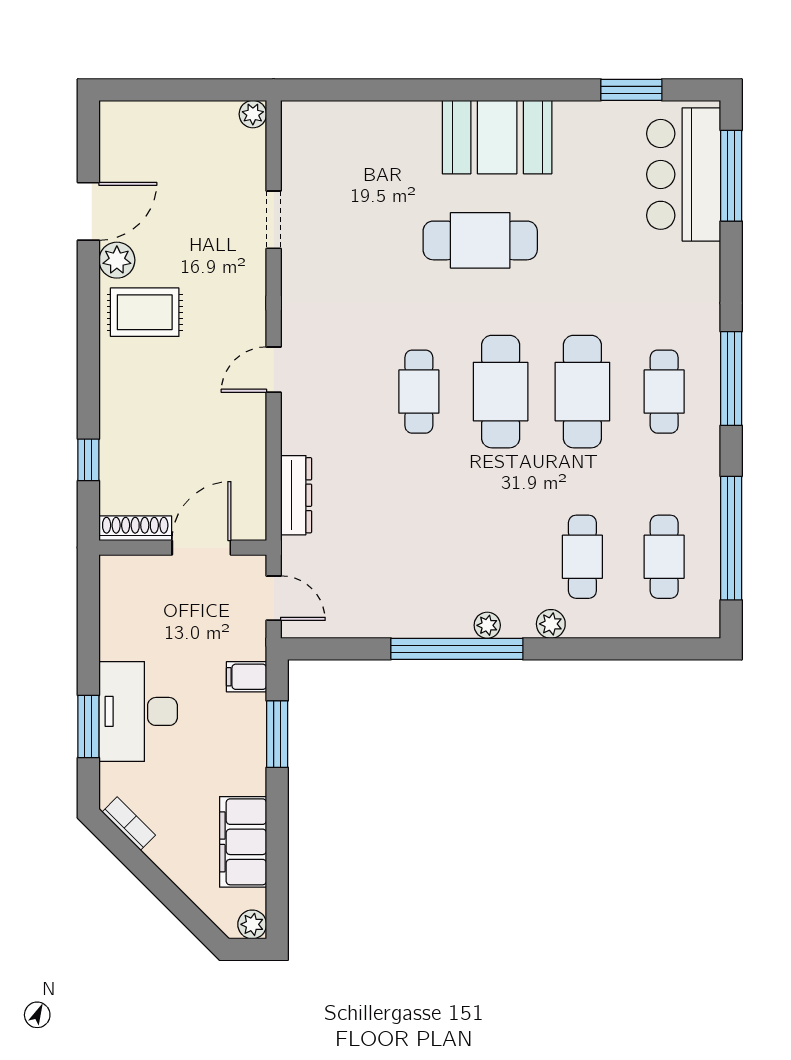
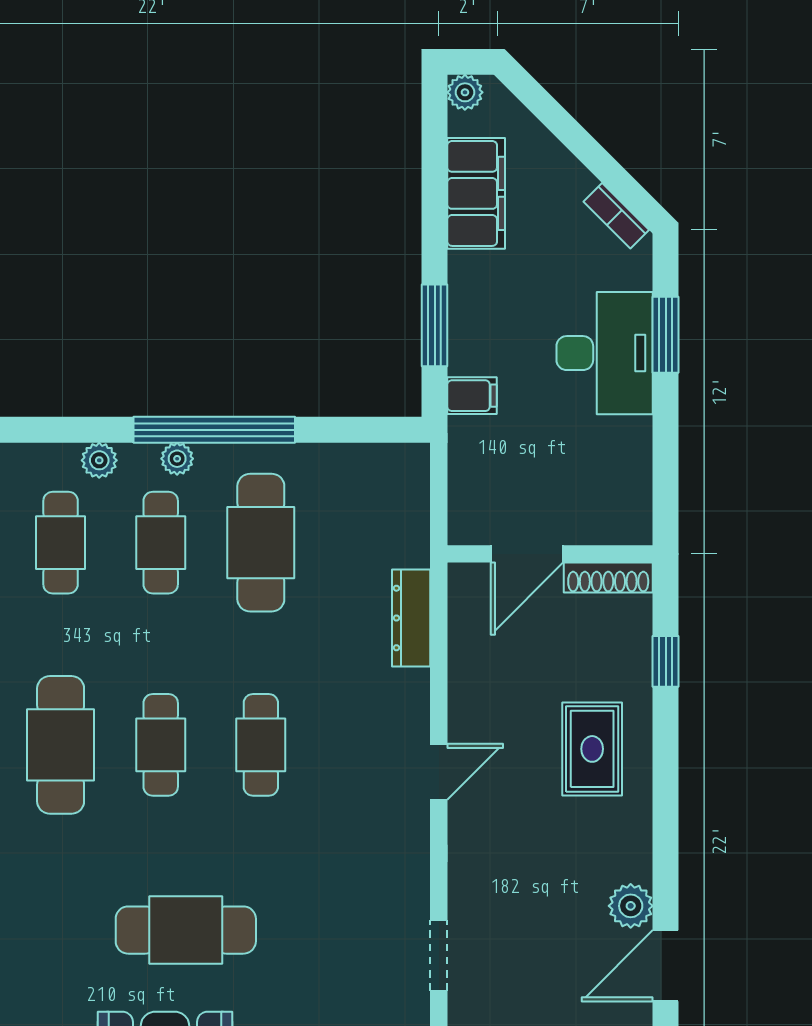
rug: (145, 312) -> (592, 749), moved, turned 90
cafe table: (501, 392) -> (161, 745), width x0.73, depth x0.74
cafe table: (419, 557) -> (261, 543), added
cafe table: (501, 557) -> (161, 543), added
door: (274, 598) -> (439, 492), removed

